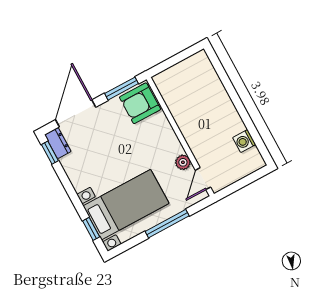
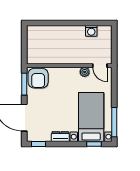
dresser: (58, 143) -> (60, 137), moved
window: (167, 224) -> (114, 122), moved

